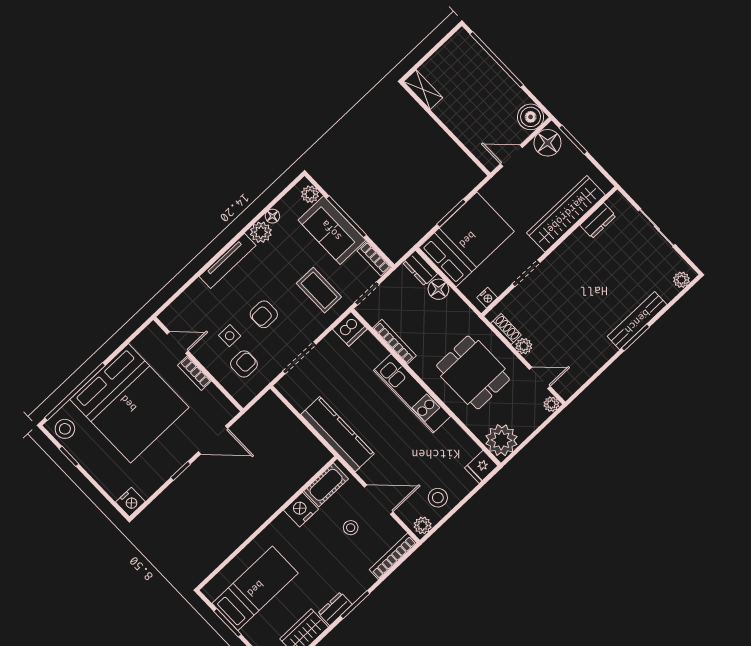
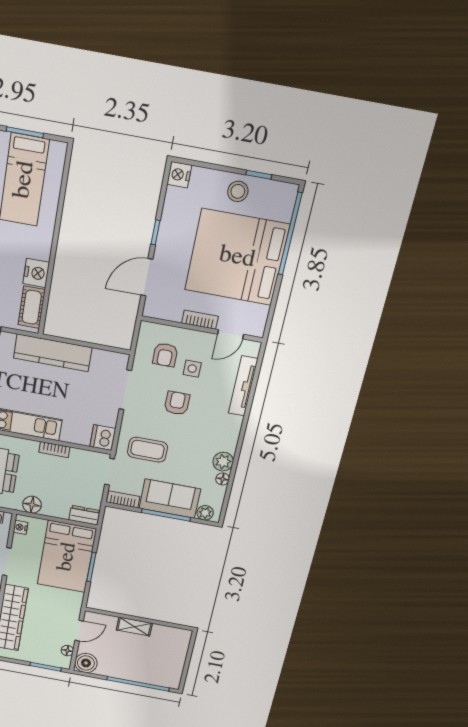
shelving: (423, 90) -> (134, 627), moved
floor lamp: (547, 143) -> (67, 651), width x0.53, depth x0.53
tv unit: (228, 261) -> (243, 386), moved
floor lamp: (438, 289) -> (32, 505), moved
bookcase: (394, 342) -> (54, 450), width x0.64
stool: (65, 429) -> (238, 191), moved

